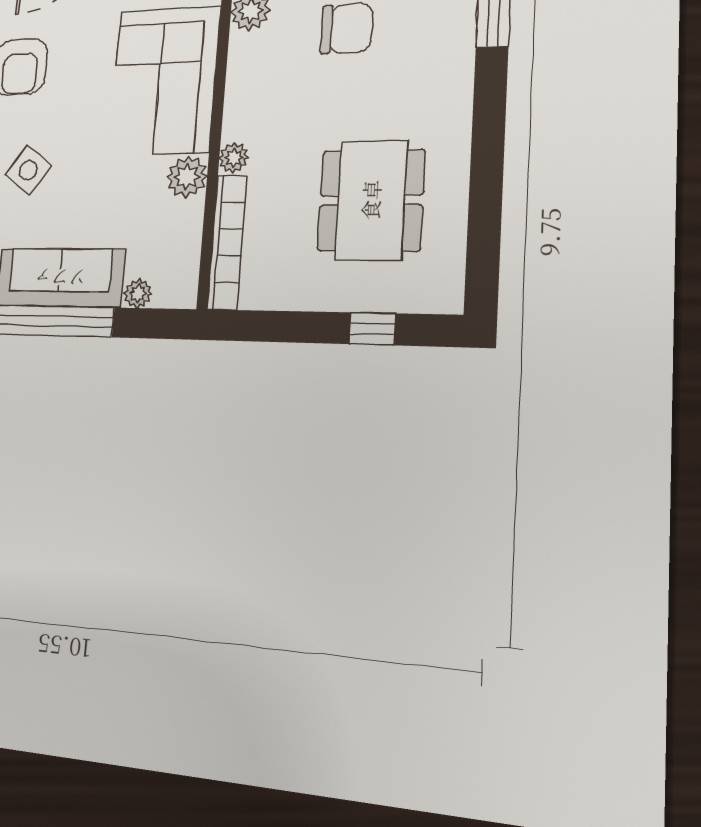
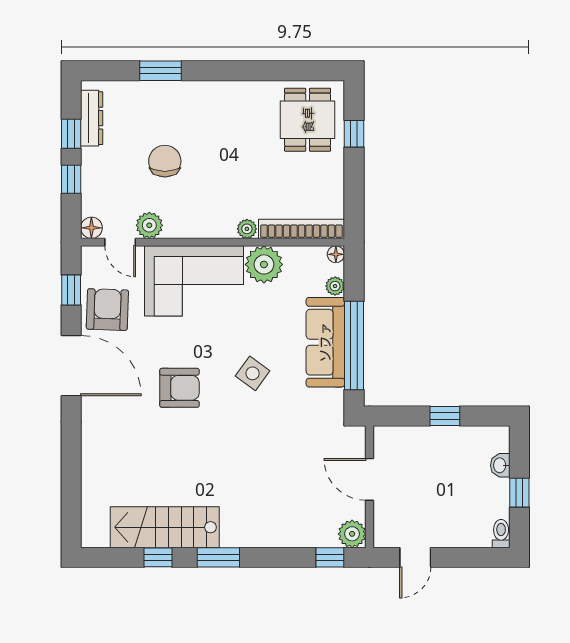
plant: (187, 177) -> (264, 264), width x1.36, depth x1.36
dining table: (371, 200) -> (308, 120), moved, width x0.73
floor lamp: (185, 296) -> (336, 254), added

